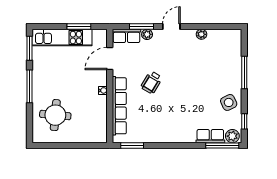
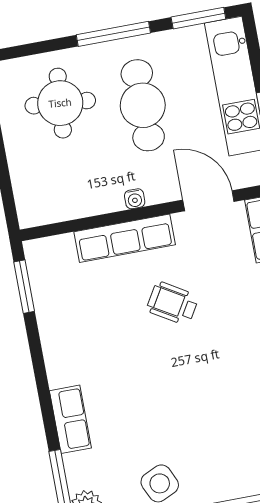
cafe table: (63, 79) -> (143, 105), added
row of seats: (119, 106) -> (125, 238), width x0.73
row of seats: (210, 136) -> (70, 419), moved

